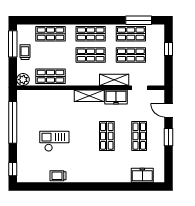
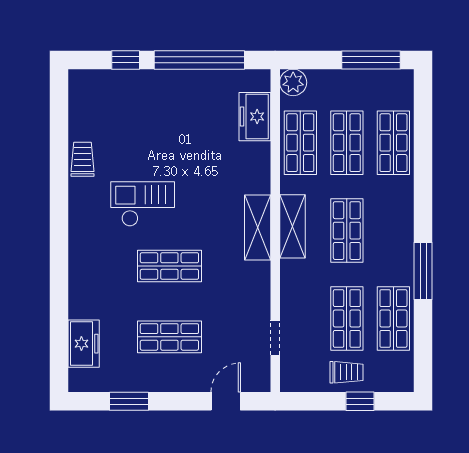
window: (139, 20) -> (423, 271), moved
shop shelf: (91, 34) -> (347, 143), moved
trolley: (25, 52) -> (347, 372), moved
shelving: (114, 80) -> (292, 226), moved
freezer: (116, 97) -> (255, 117), moved
window: (169, 137) -> (129, 401), moved
checkout: (54, 141) -> (143, 204), moved, turned -90
window: (13, 169) -> (126, 60), moved

